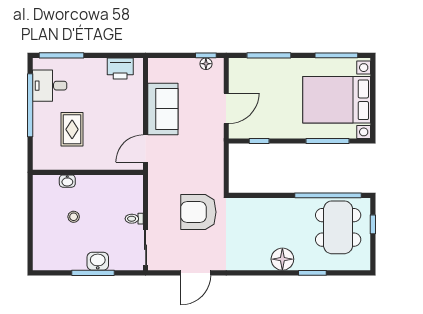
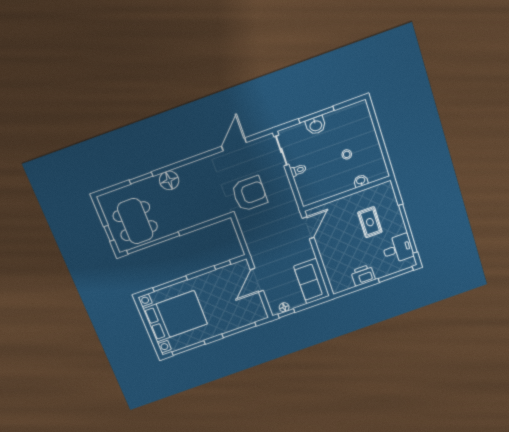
printer: (120, 68) -> (363, 275), moved
sofa: (163, 109) -> (312, 281), moved

